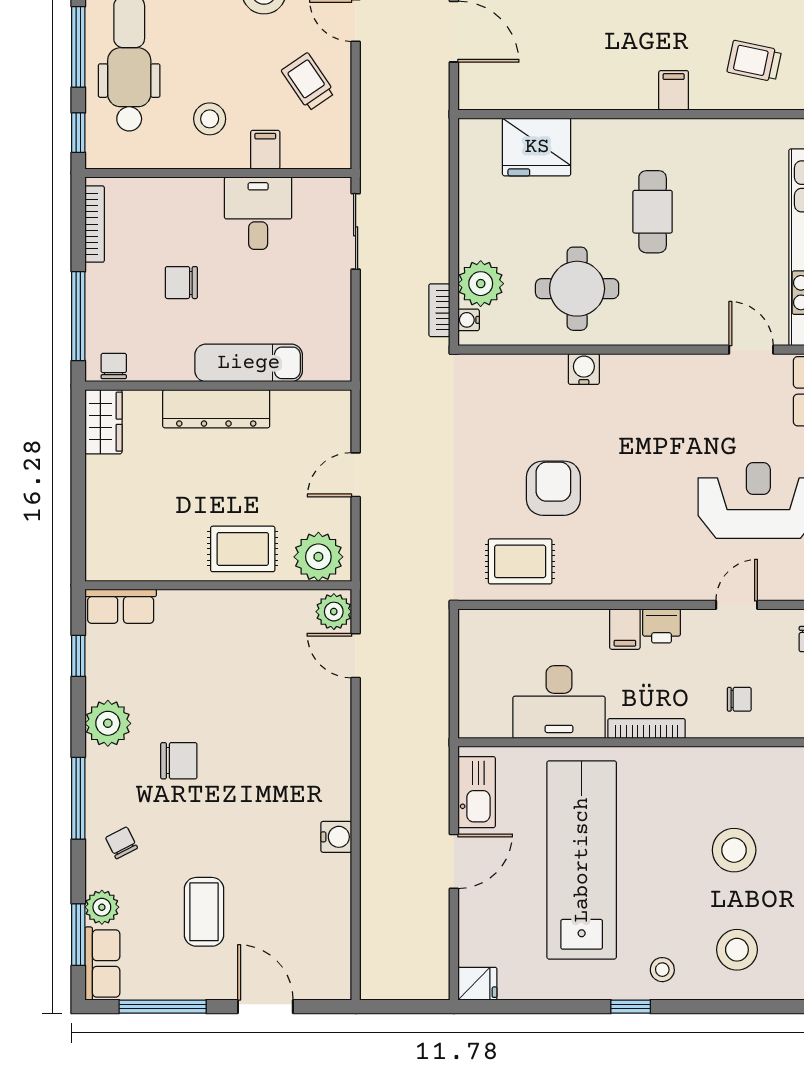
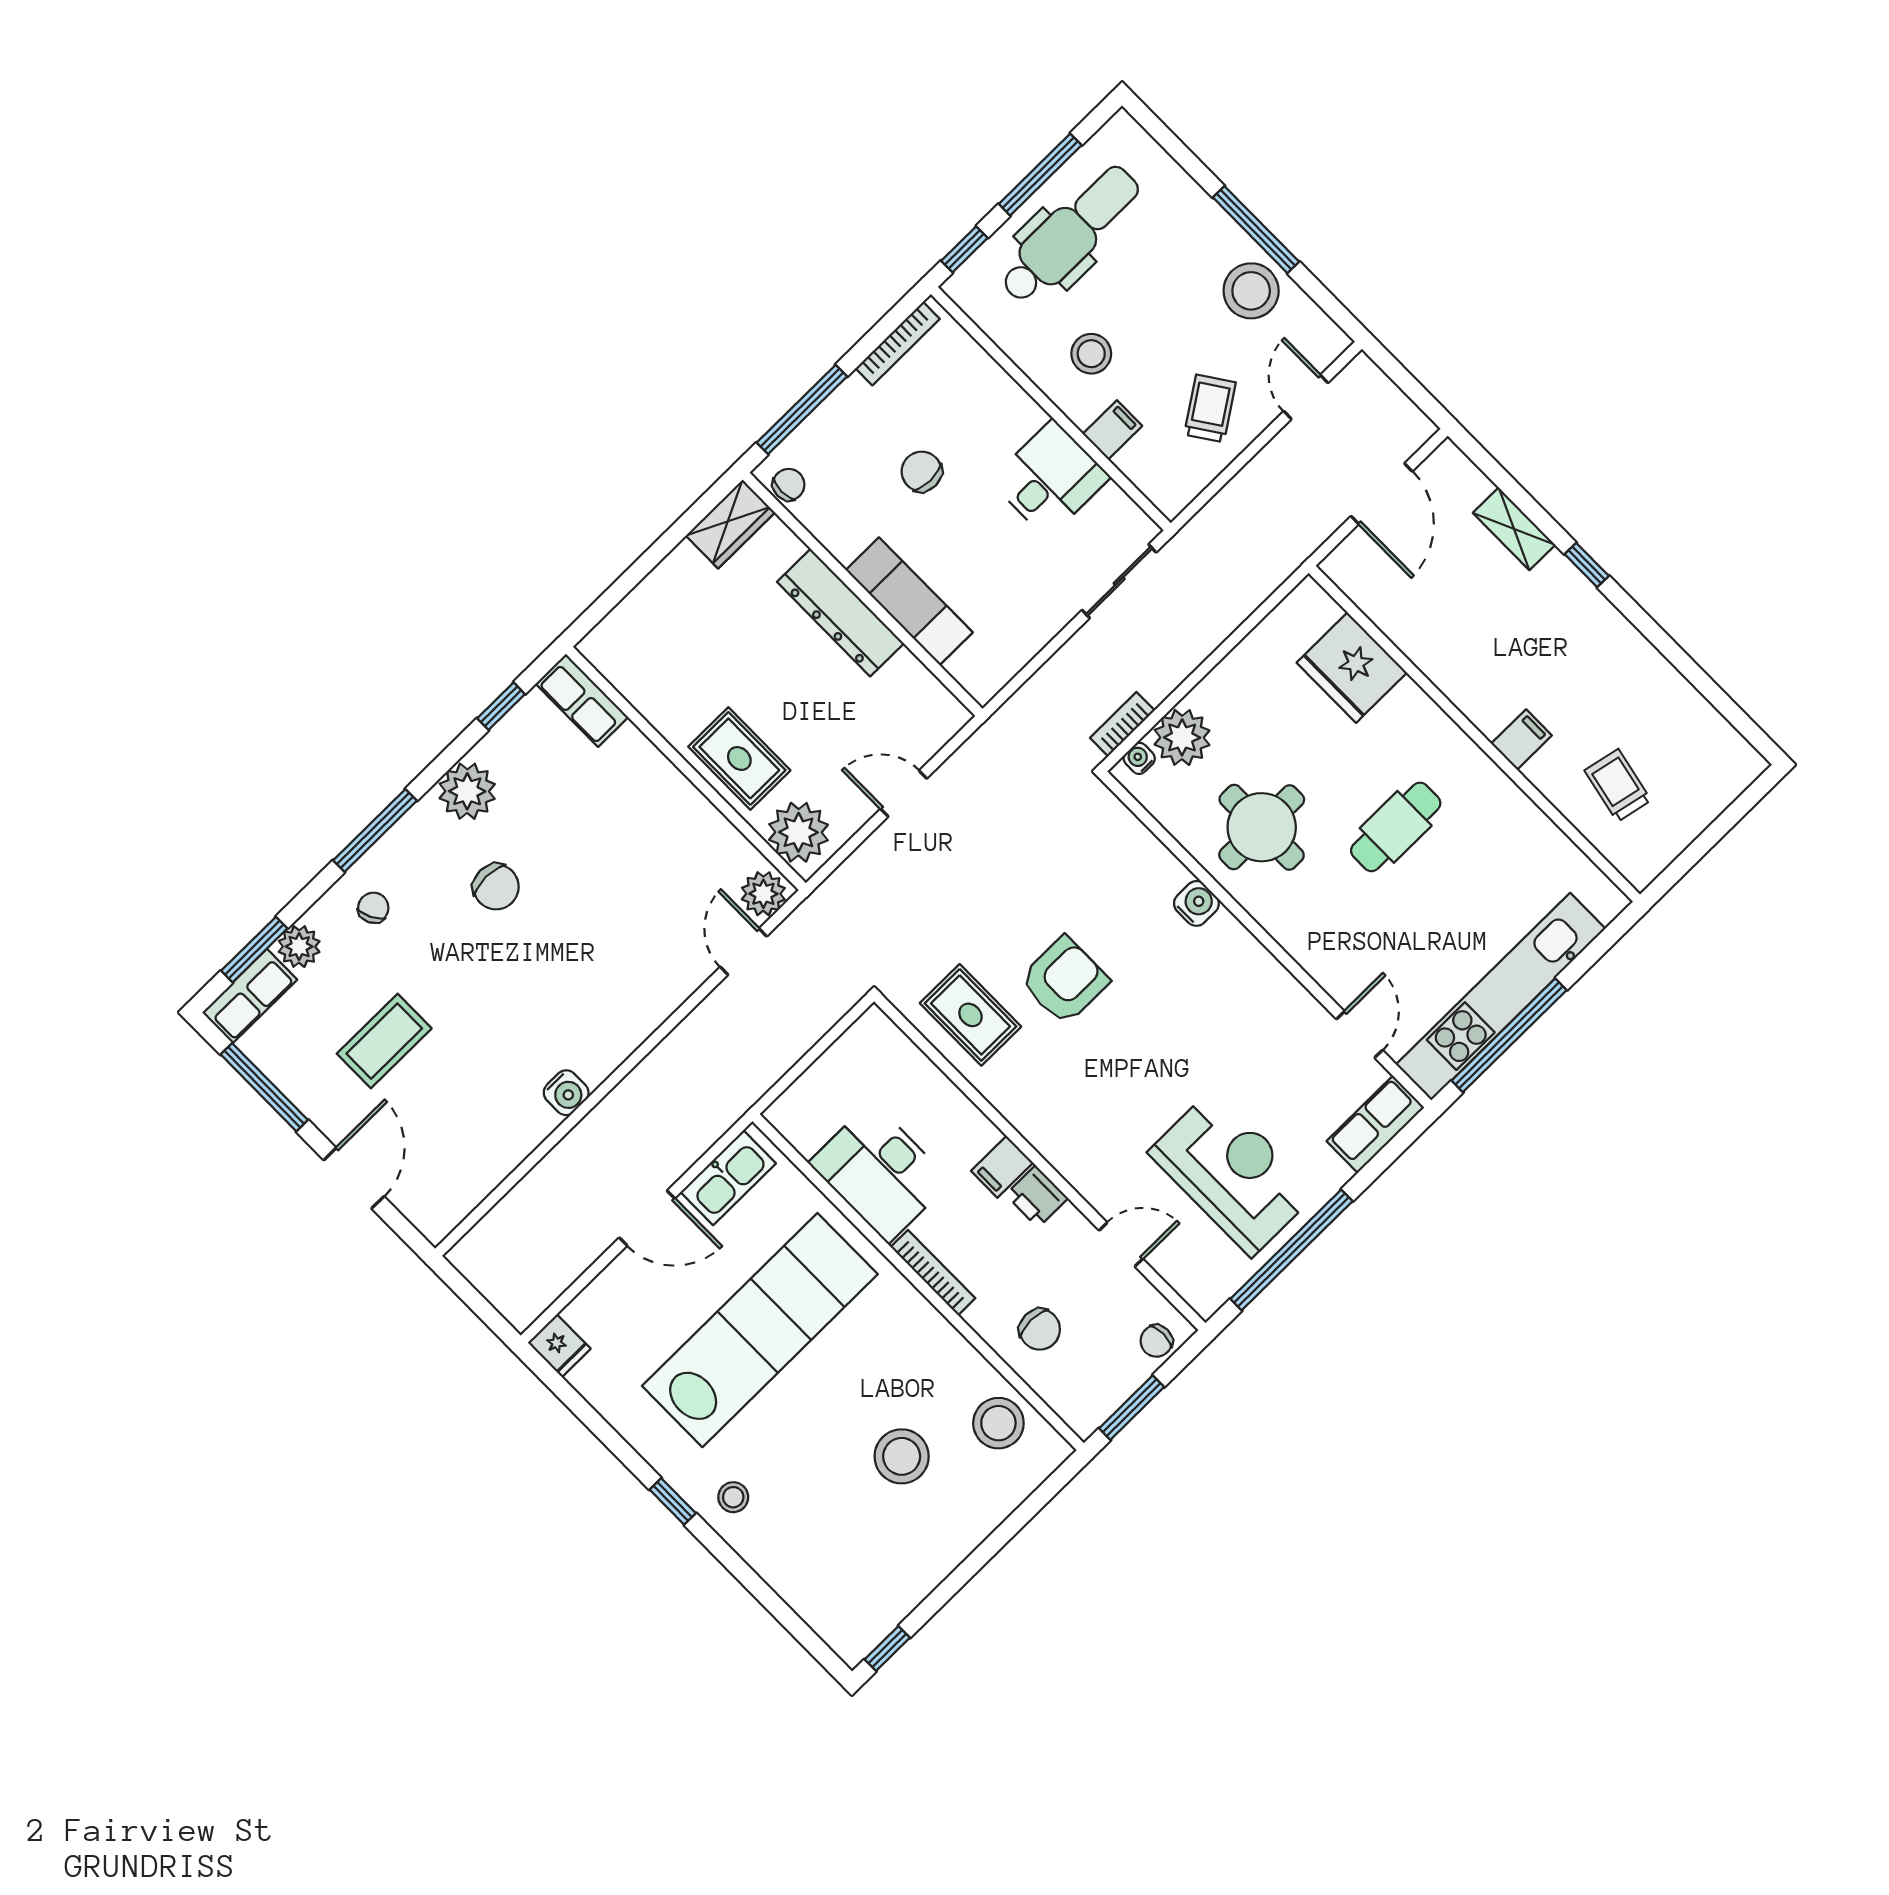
chair: (739, 699) -> (1040, 1329), width x1.37, depth x1.37
stool: (737, 950) -> (998, 1423), moved

